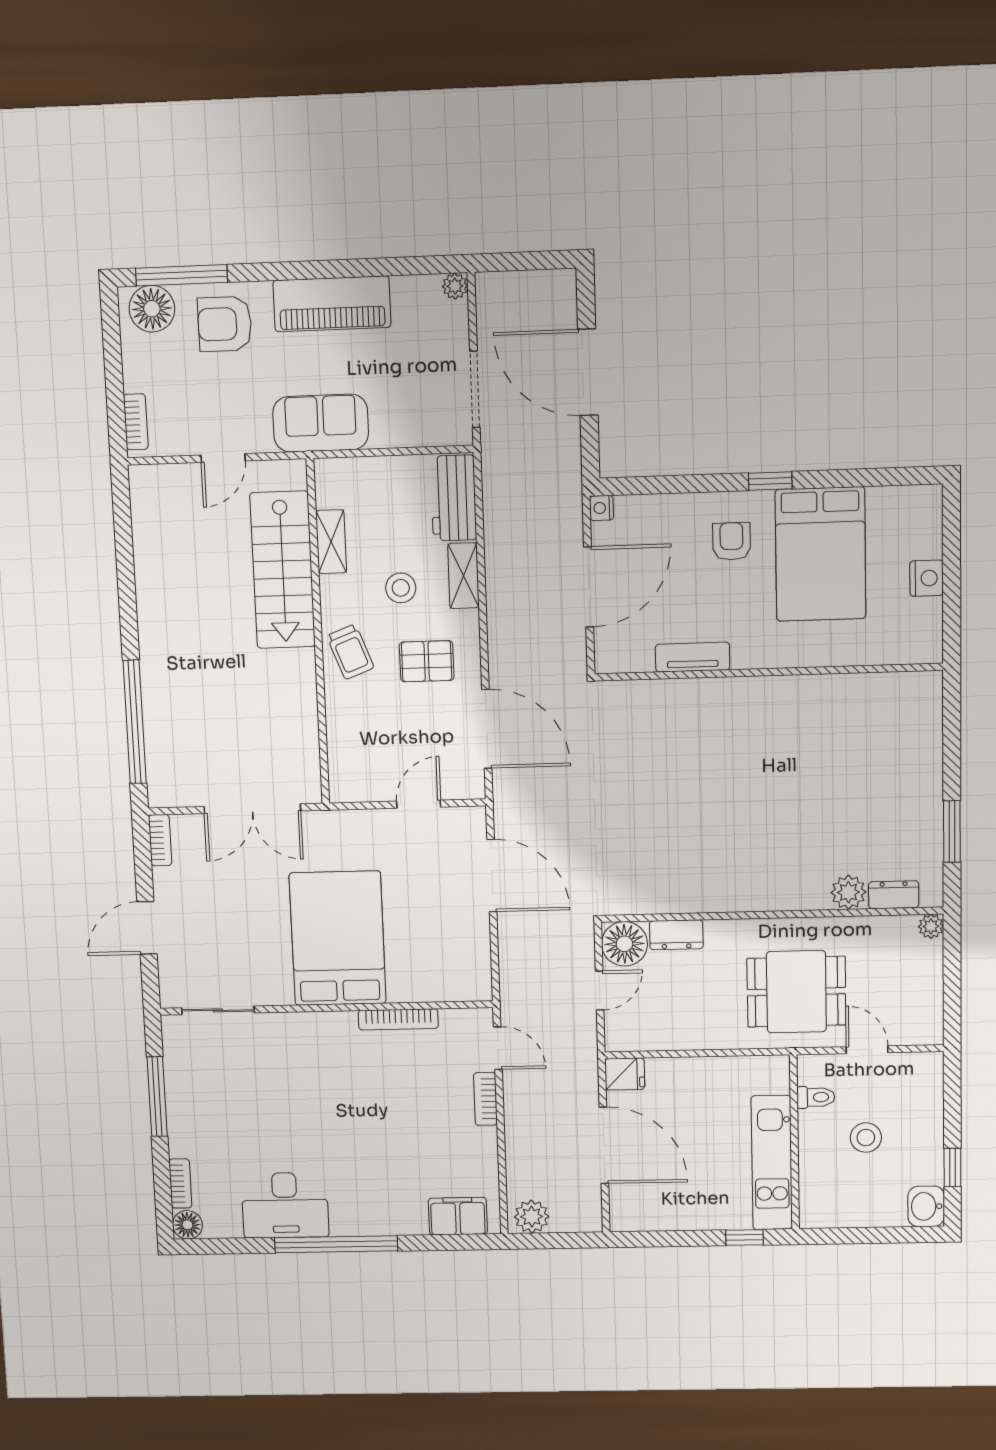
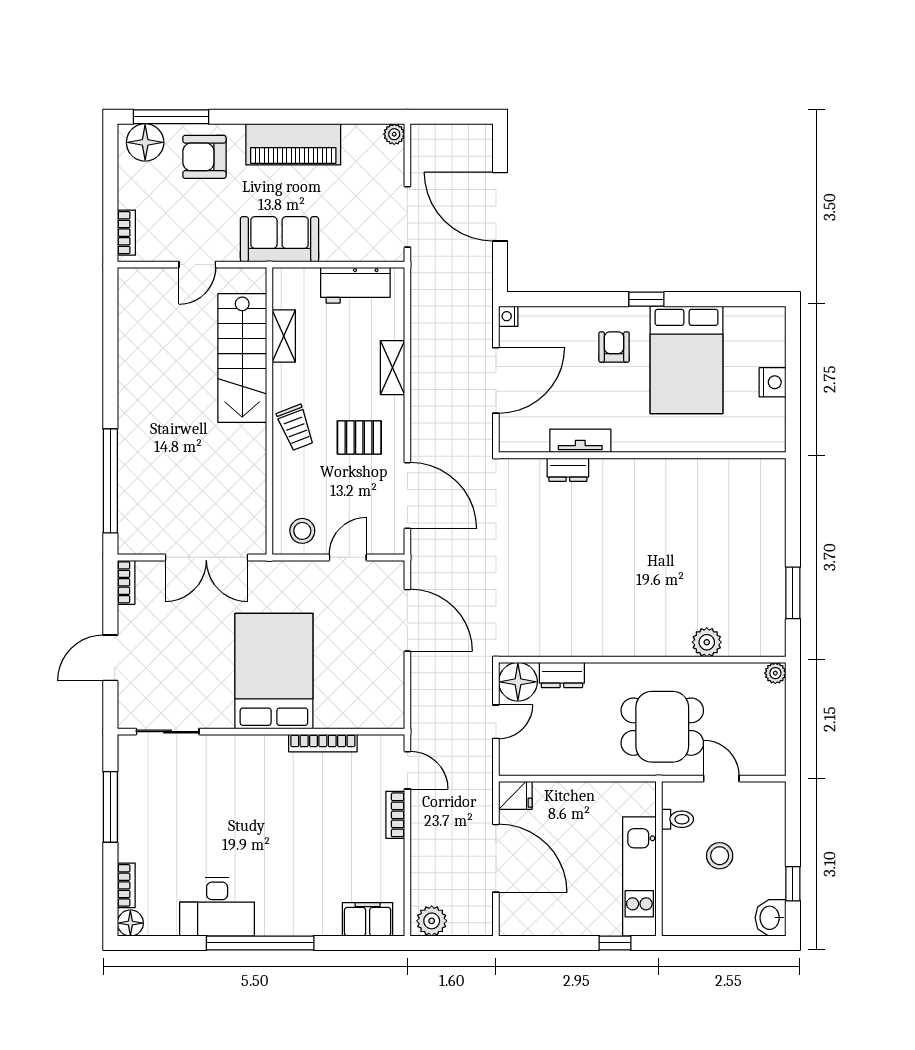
workbench: (454, 498) -> (355, 285), moved, turned -90
stool: (401, 588) -> (302, 531), moved
dresser: (894, 895) -> (568, 470), moved, turned 180

